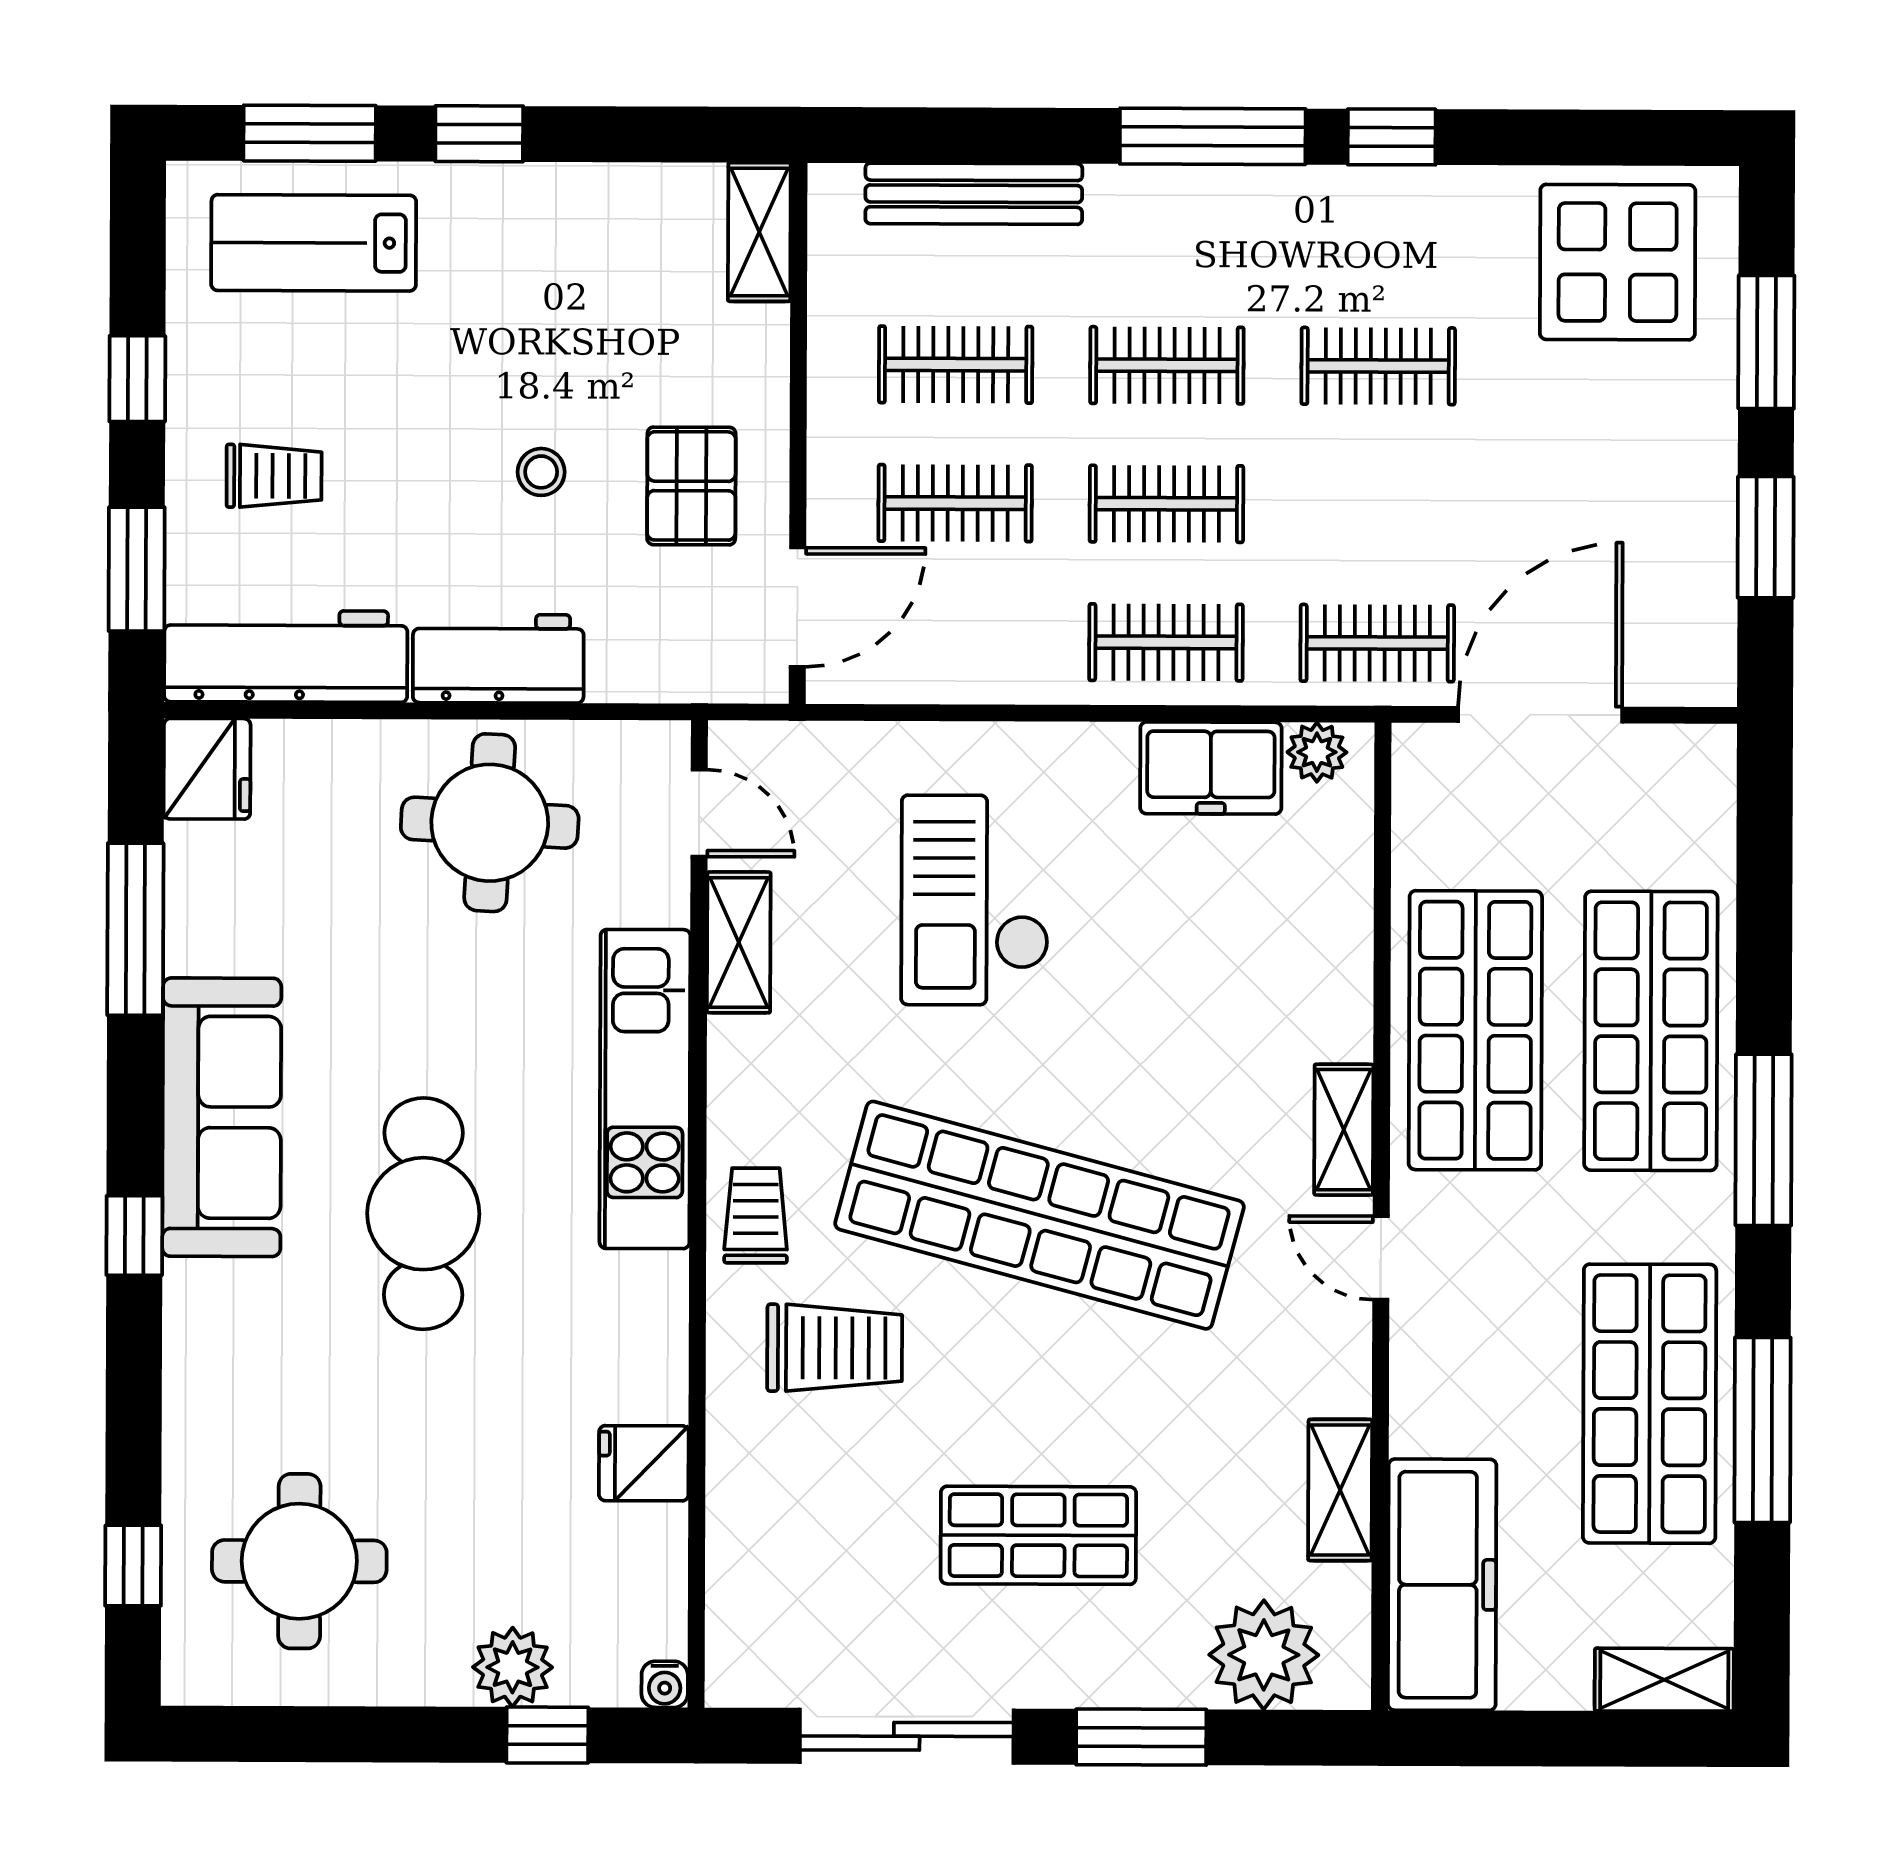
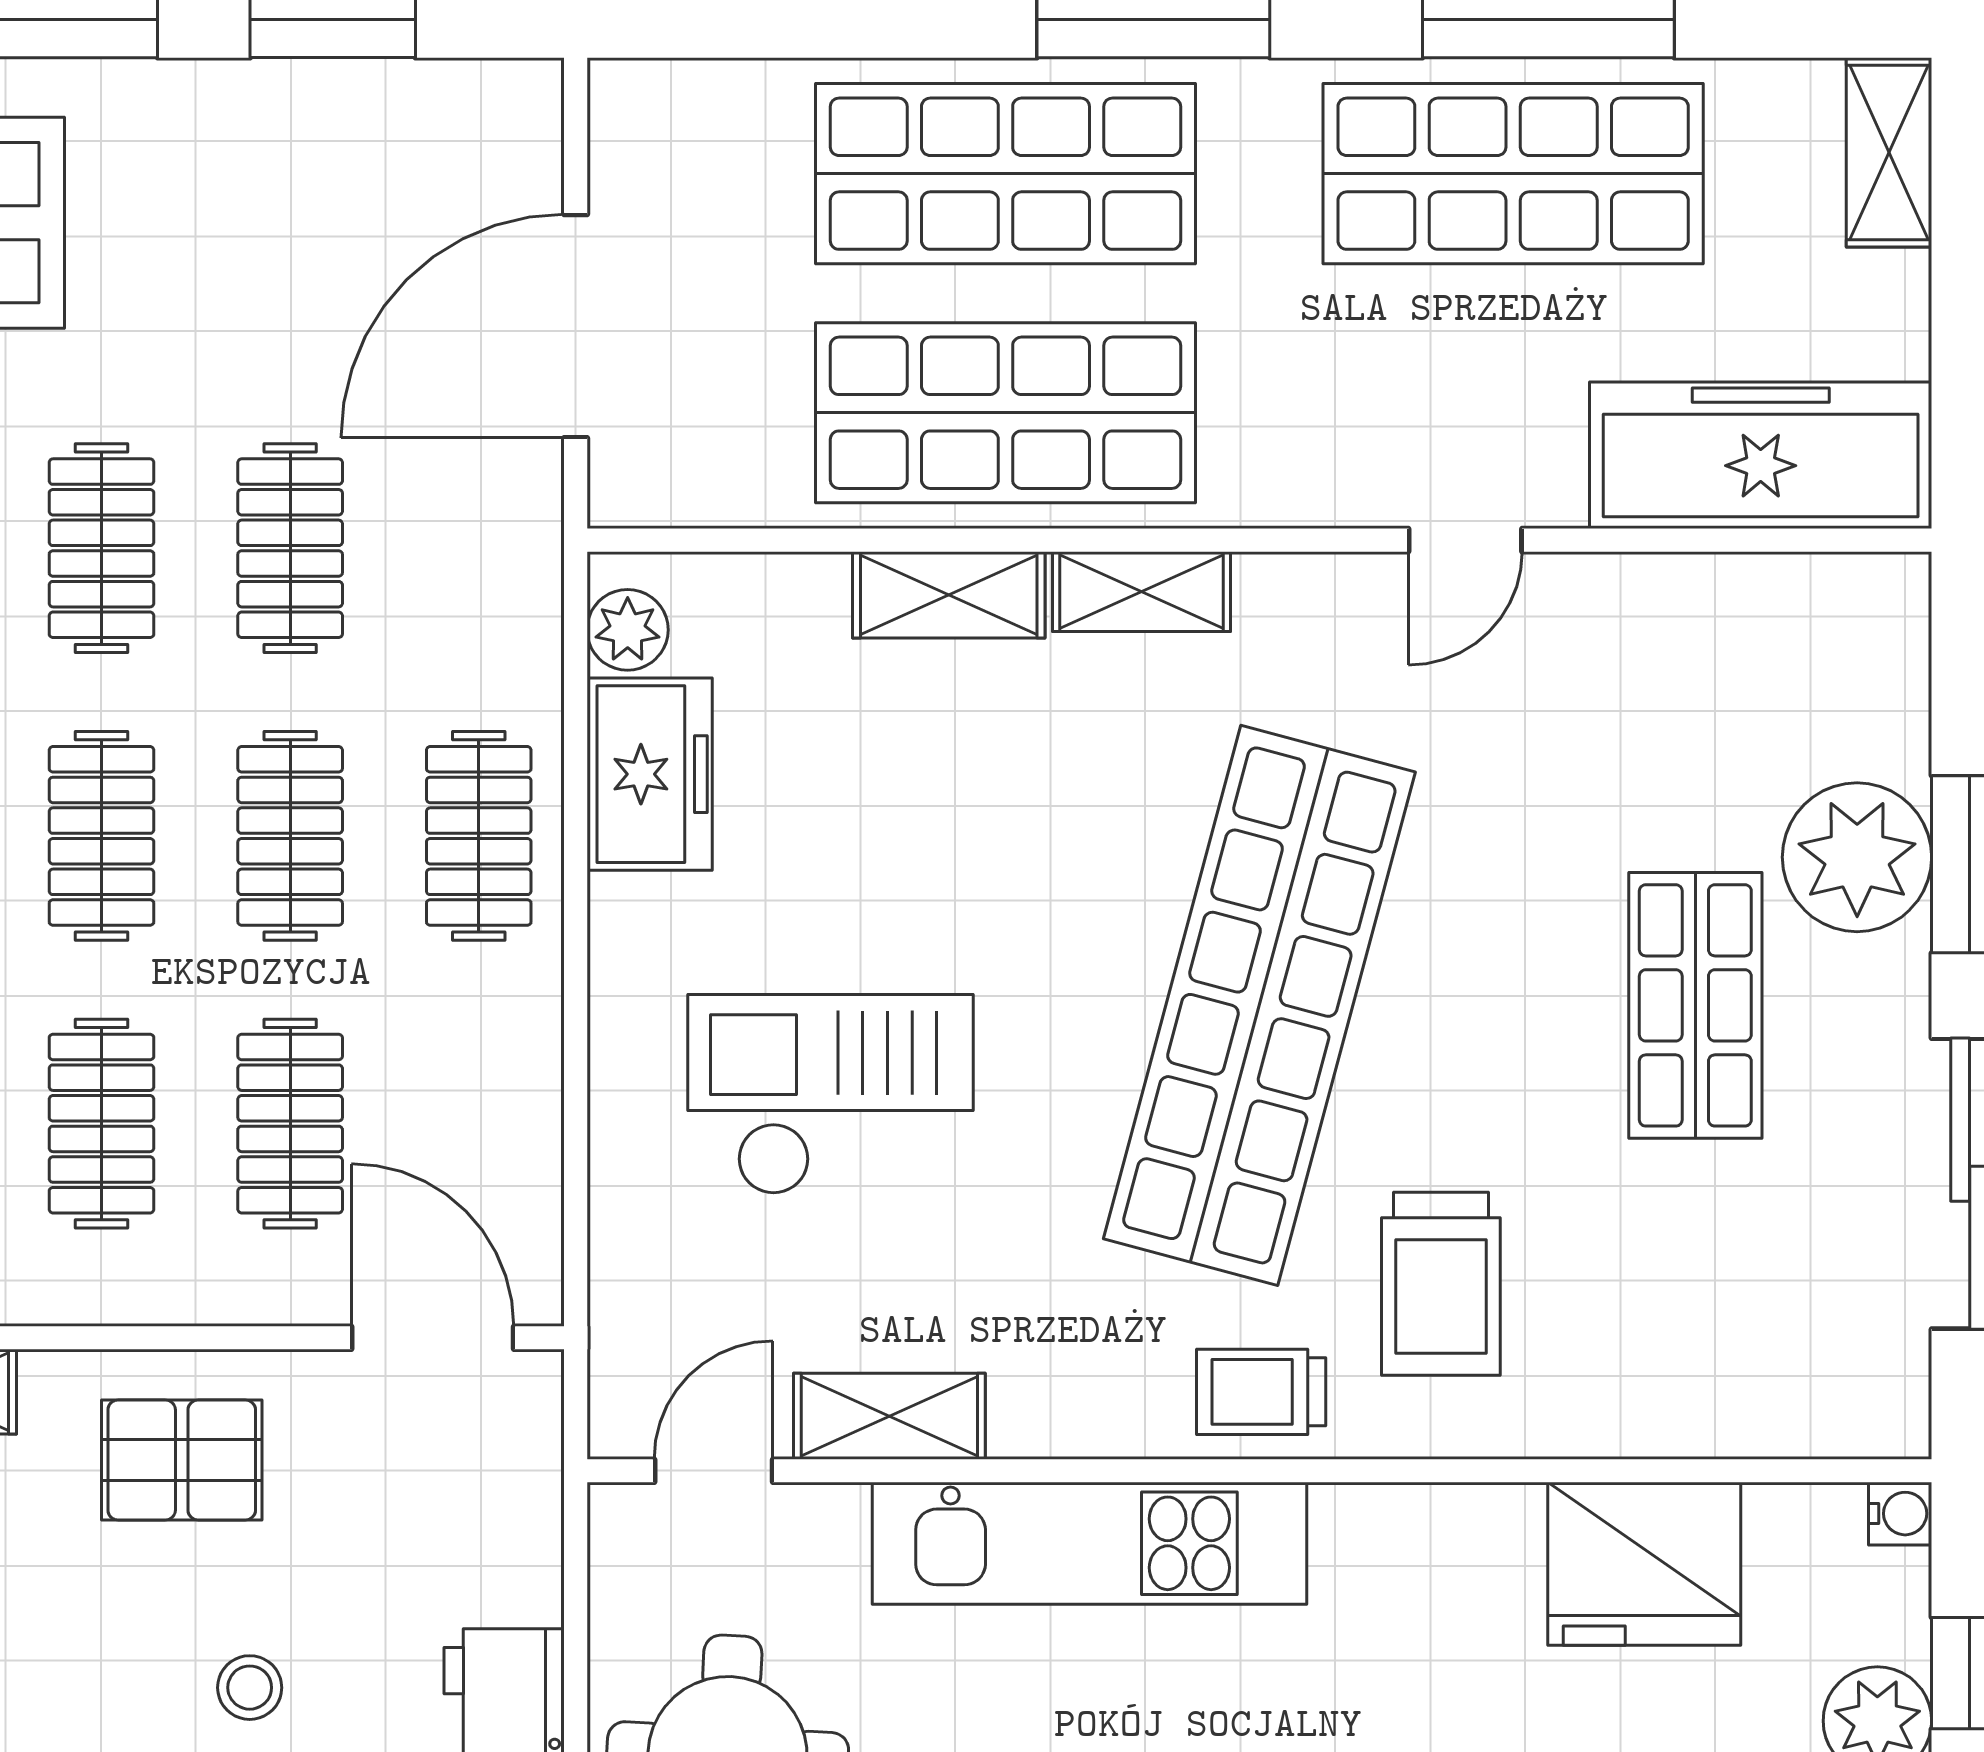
pallet: (691, 486) -> (182, 1460), moved
clothes rail: (1377, 643) -> (290, 548), moved
door: (1540, 715) -> (576, 326), hinge flipped
checkout: (975, 900) -> (831, 1095), turned 180
door: (1381, 1258) -> (1465, 540), moved
trolley: (835, 1348) -> (1441, 1284), turned 180
fridge: (644, 1463) -> (1644, 1564), width x1.88, depth x1.34
shelving: (1340, 1490) -> (949, 595), moved
plant: (1264, 1655) -> (1857, 857), moved

